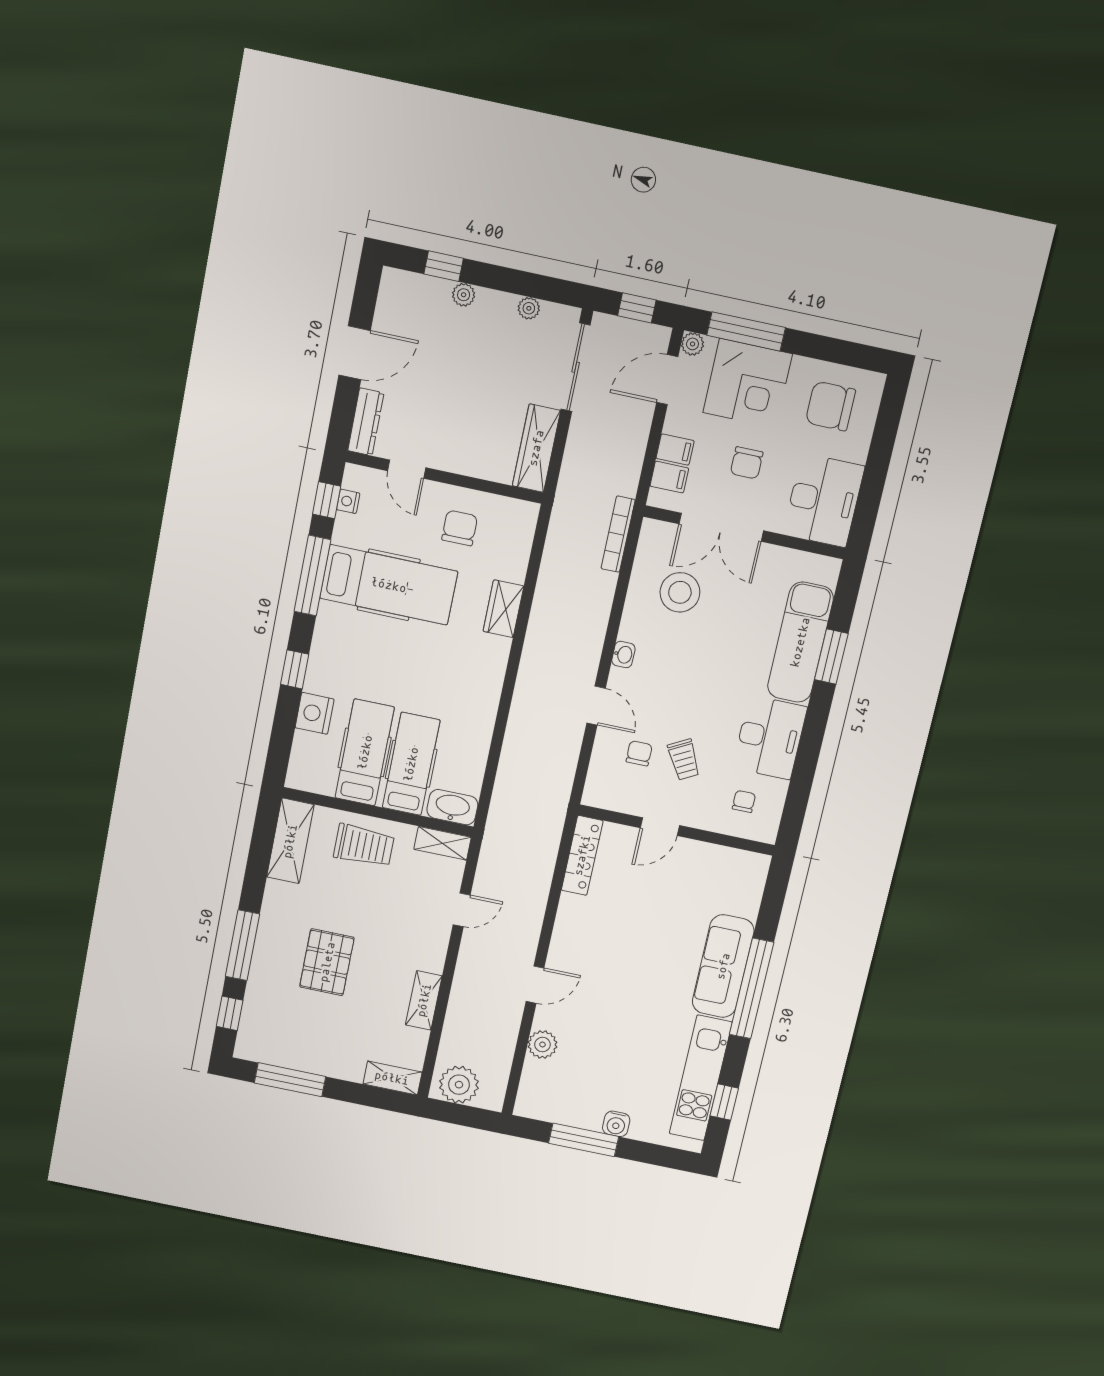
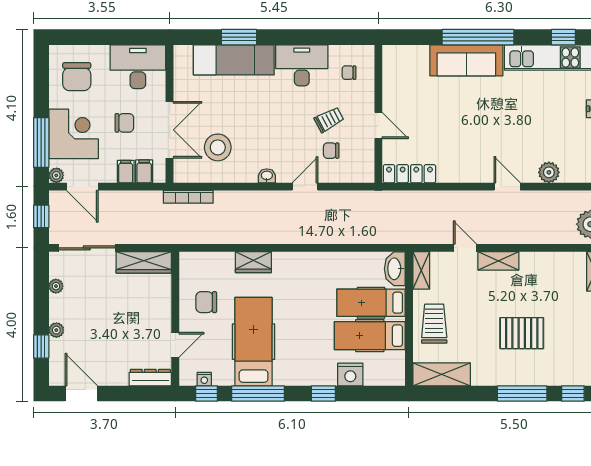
door: (355, 353) -> (81, 393), moved
shelving: (424, 1000) -> (498, 261), moved

